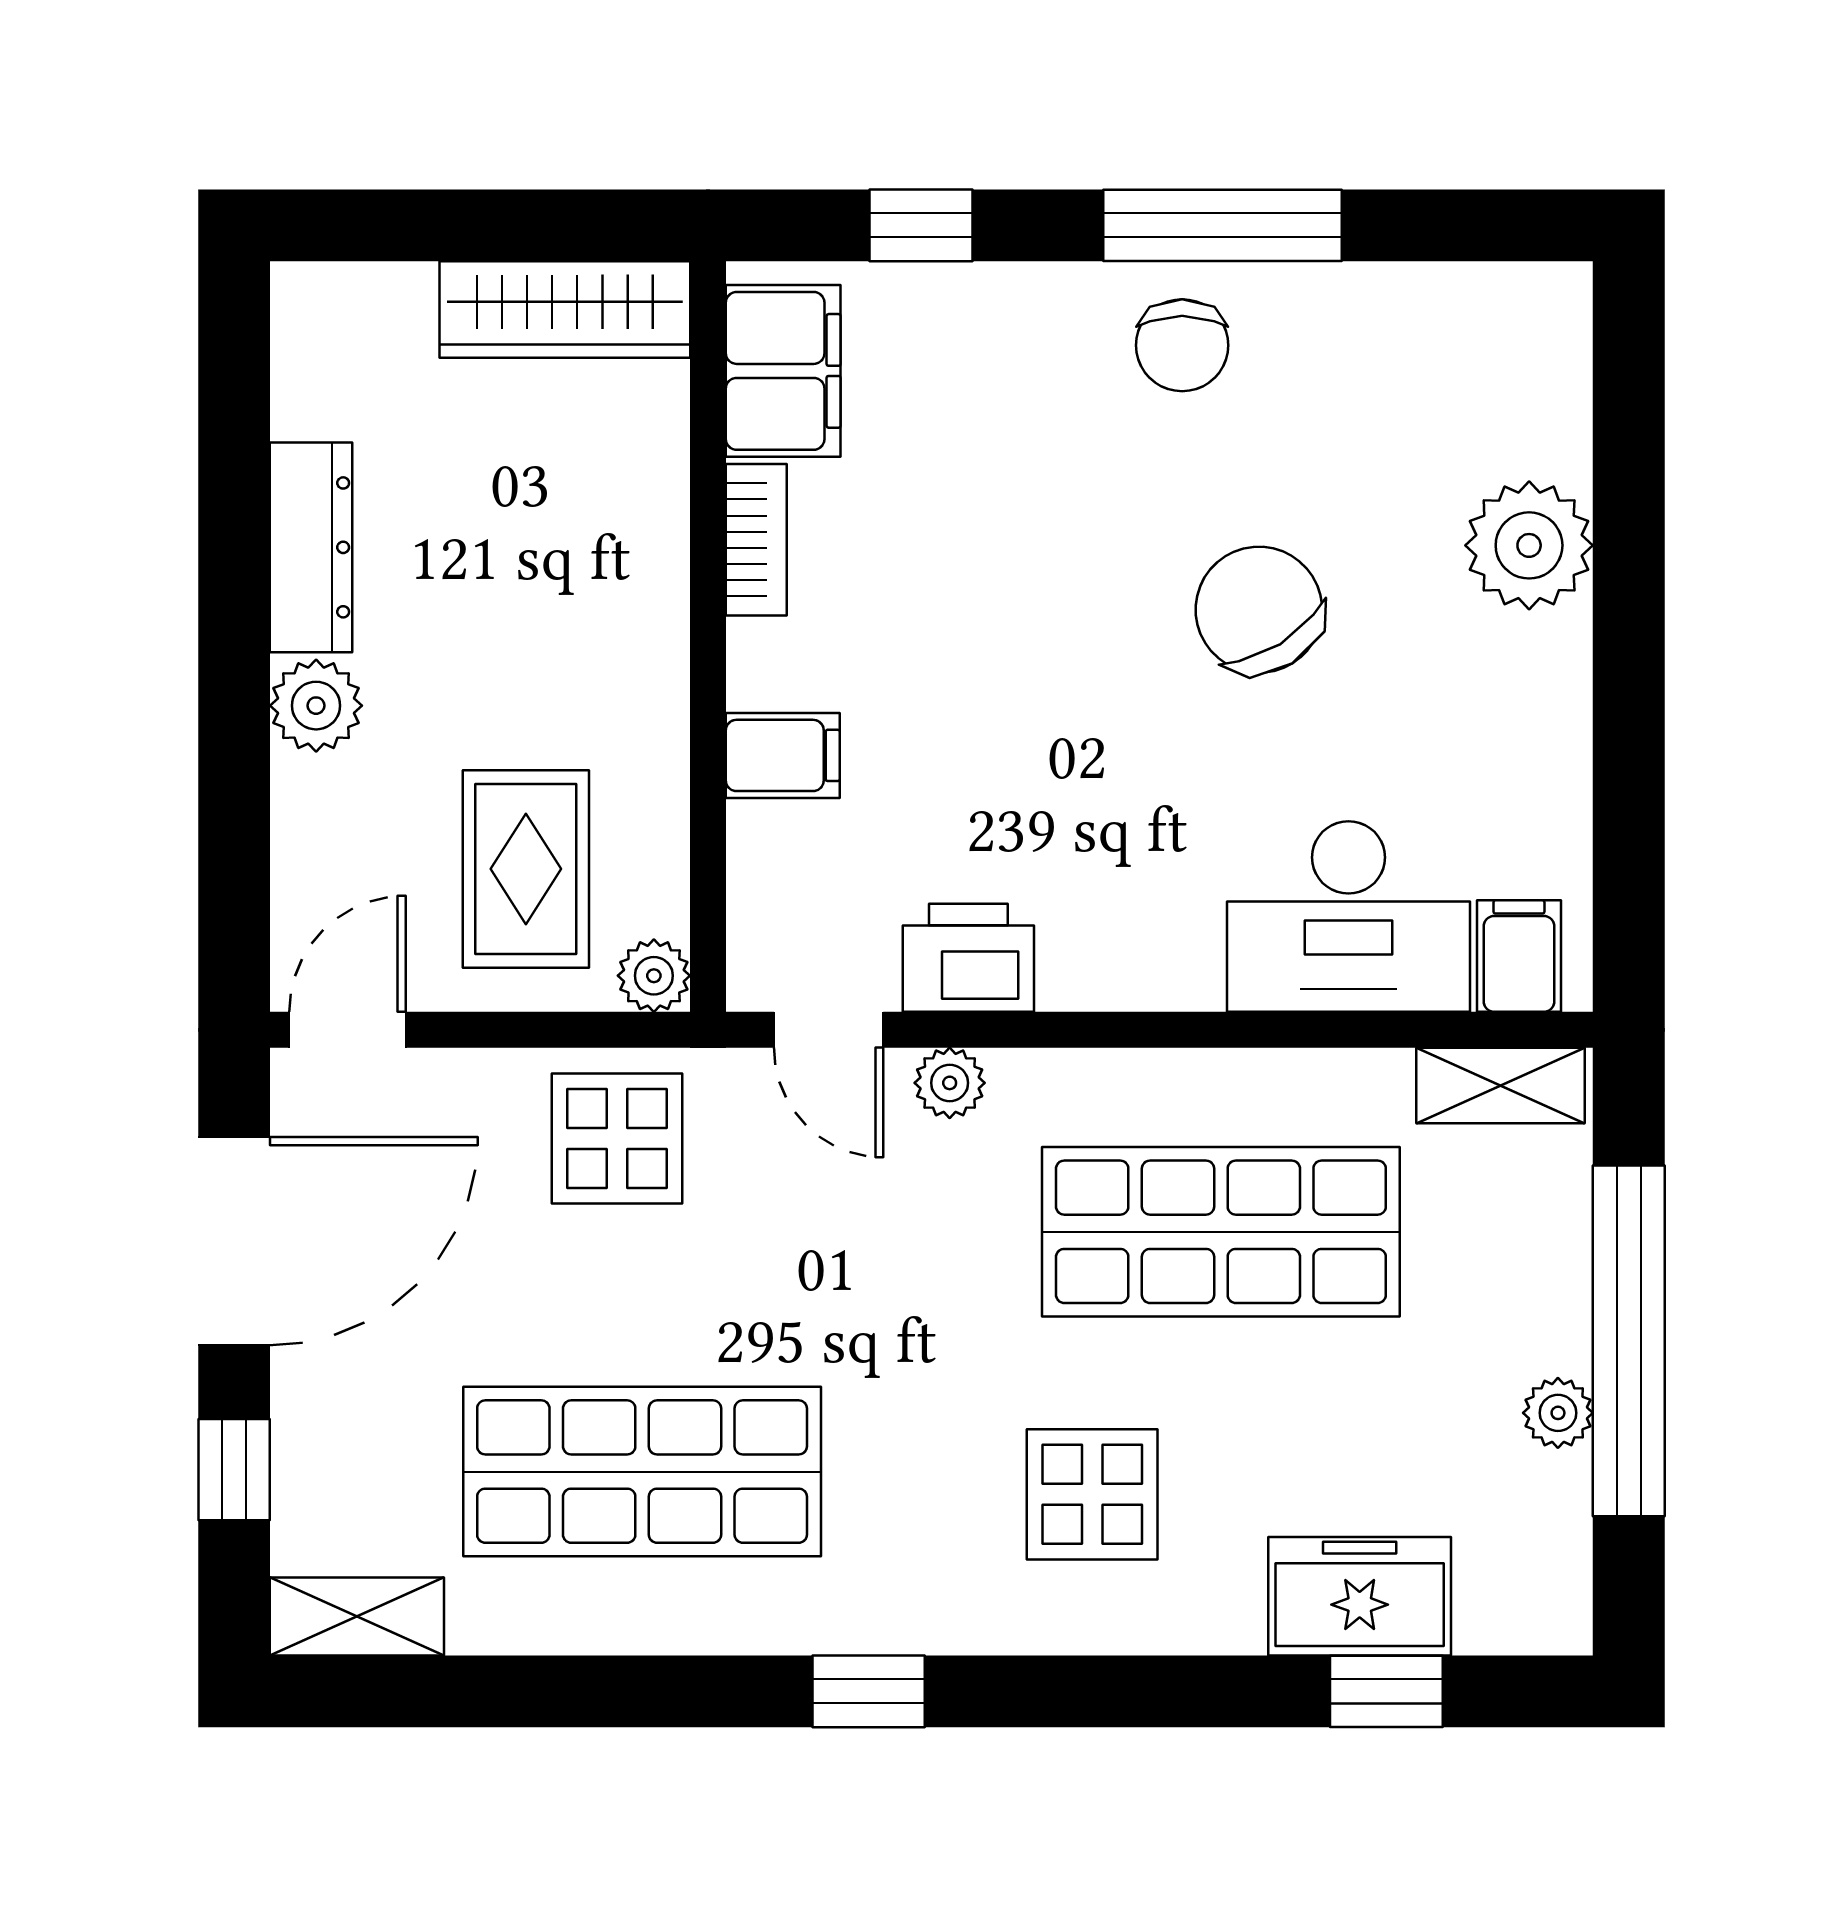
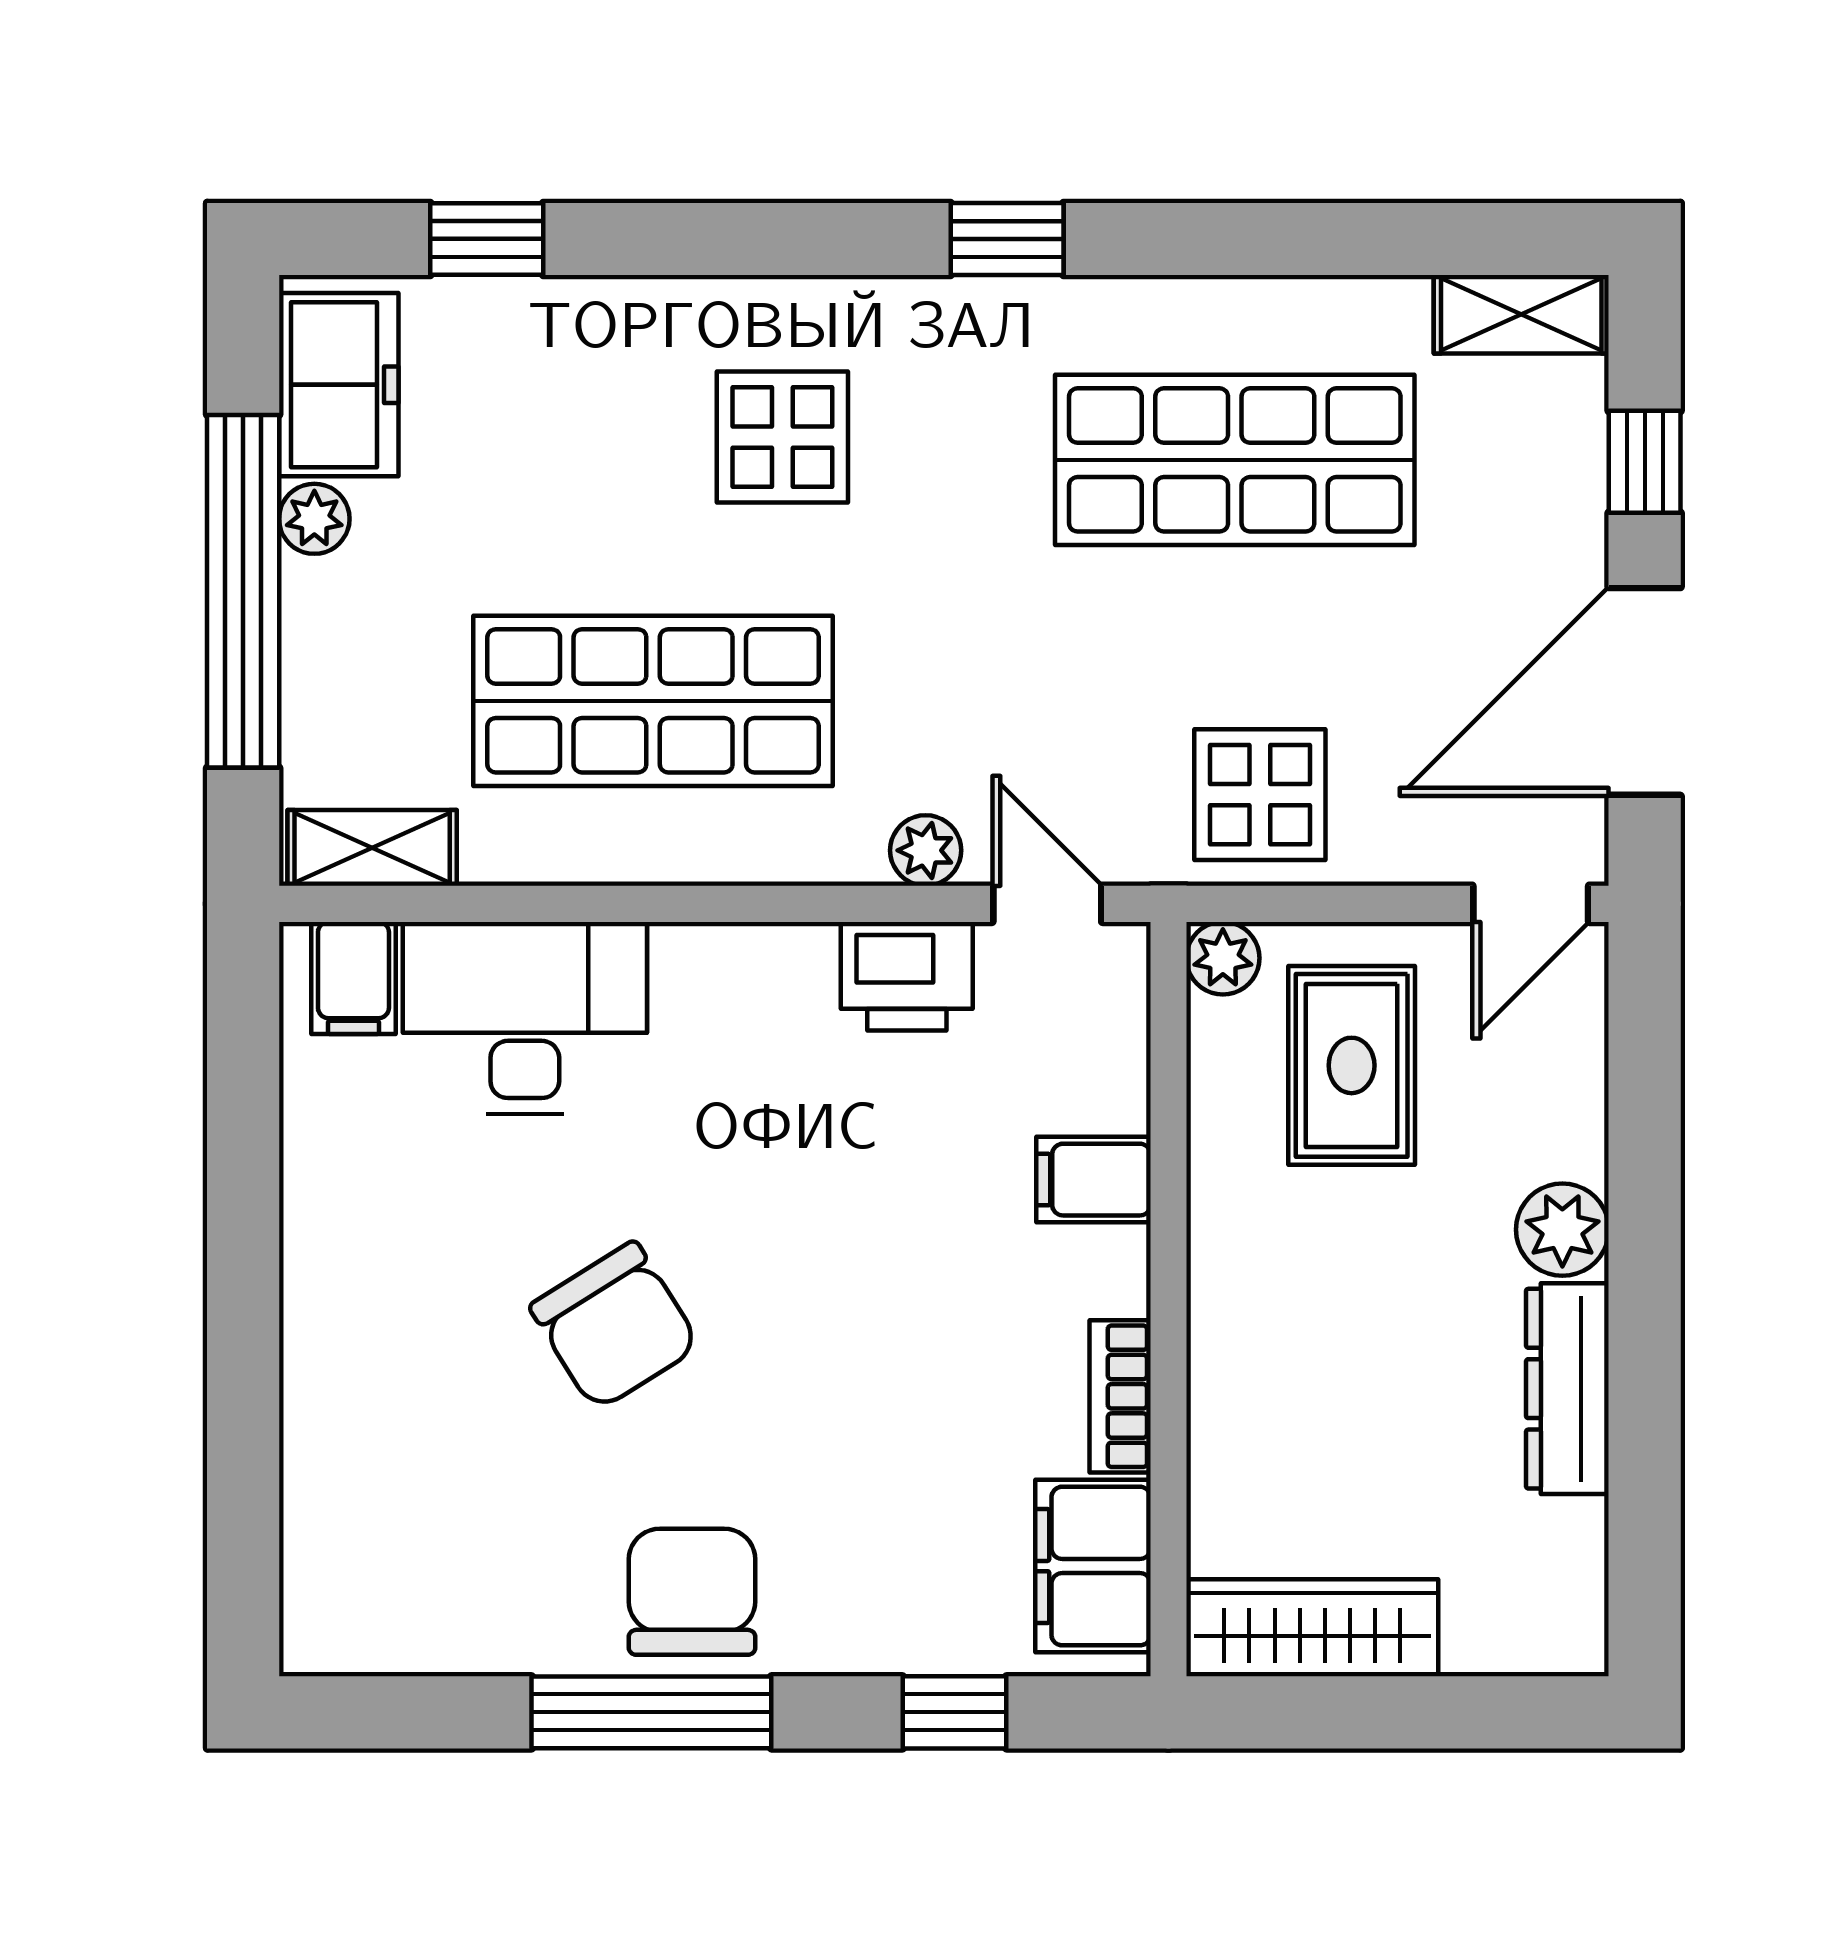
chair: (1182, 345) -> (692, 1592), width x1.37, depth x1.37
plant: (1529, 545) -> (343, 1391), removed
freezer: (1360, 1596) -> (339, 385), moved, turned -90

